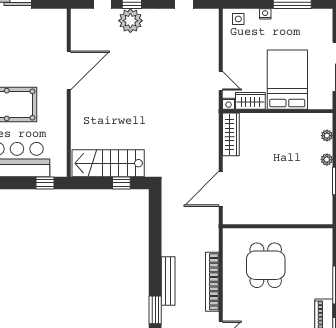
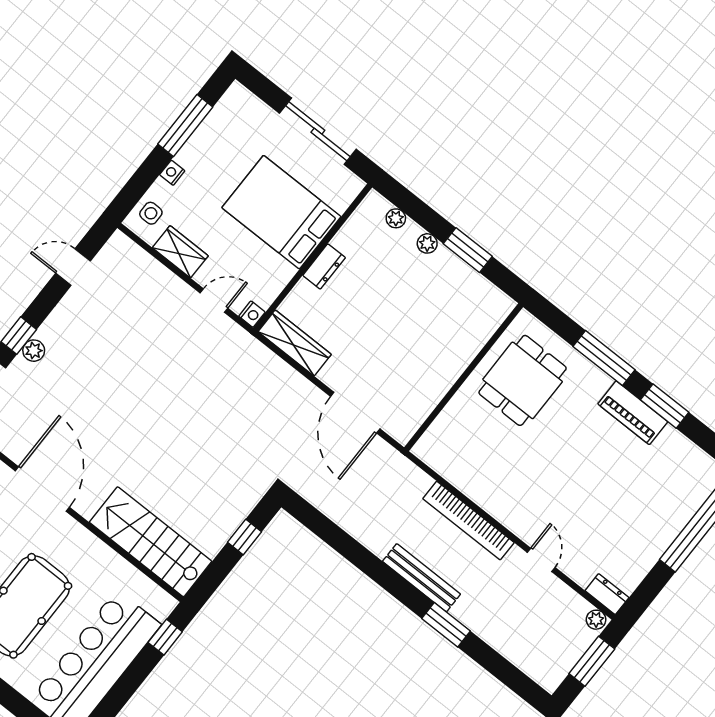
plant: (130, 21) -> (34, 351), width x0.53, depth x0.53
wardrobe: (250, 101) -> (180, 252), moved, turned 90
dresser: (278, 120) -> (324, 266), added
stairs: (108, 163) -> (151, 542), moved, turned 90
dining table: (266, 265) -> (523, 380), moved, turned 90

